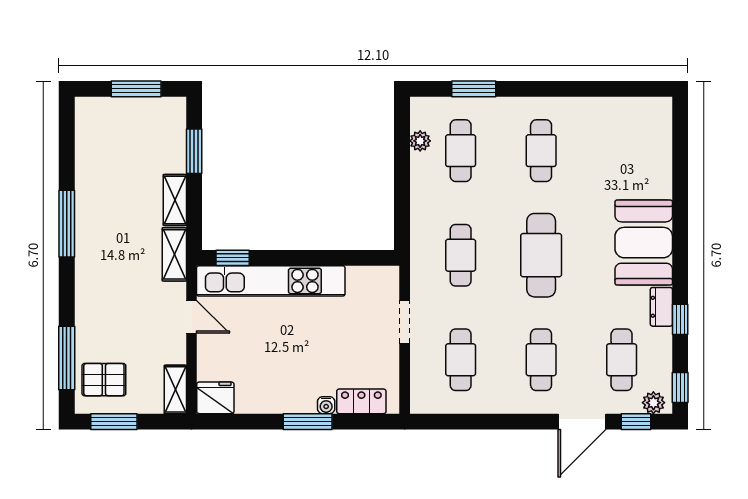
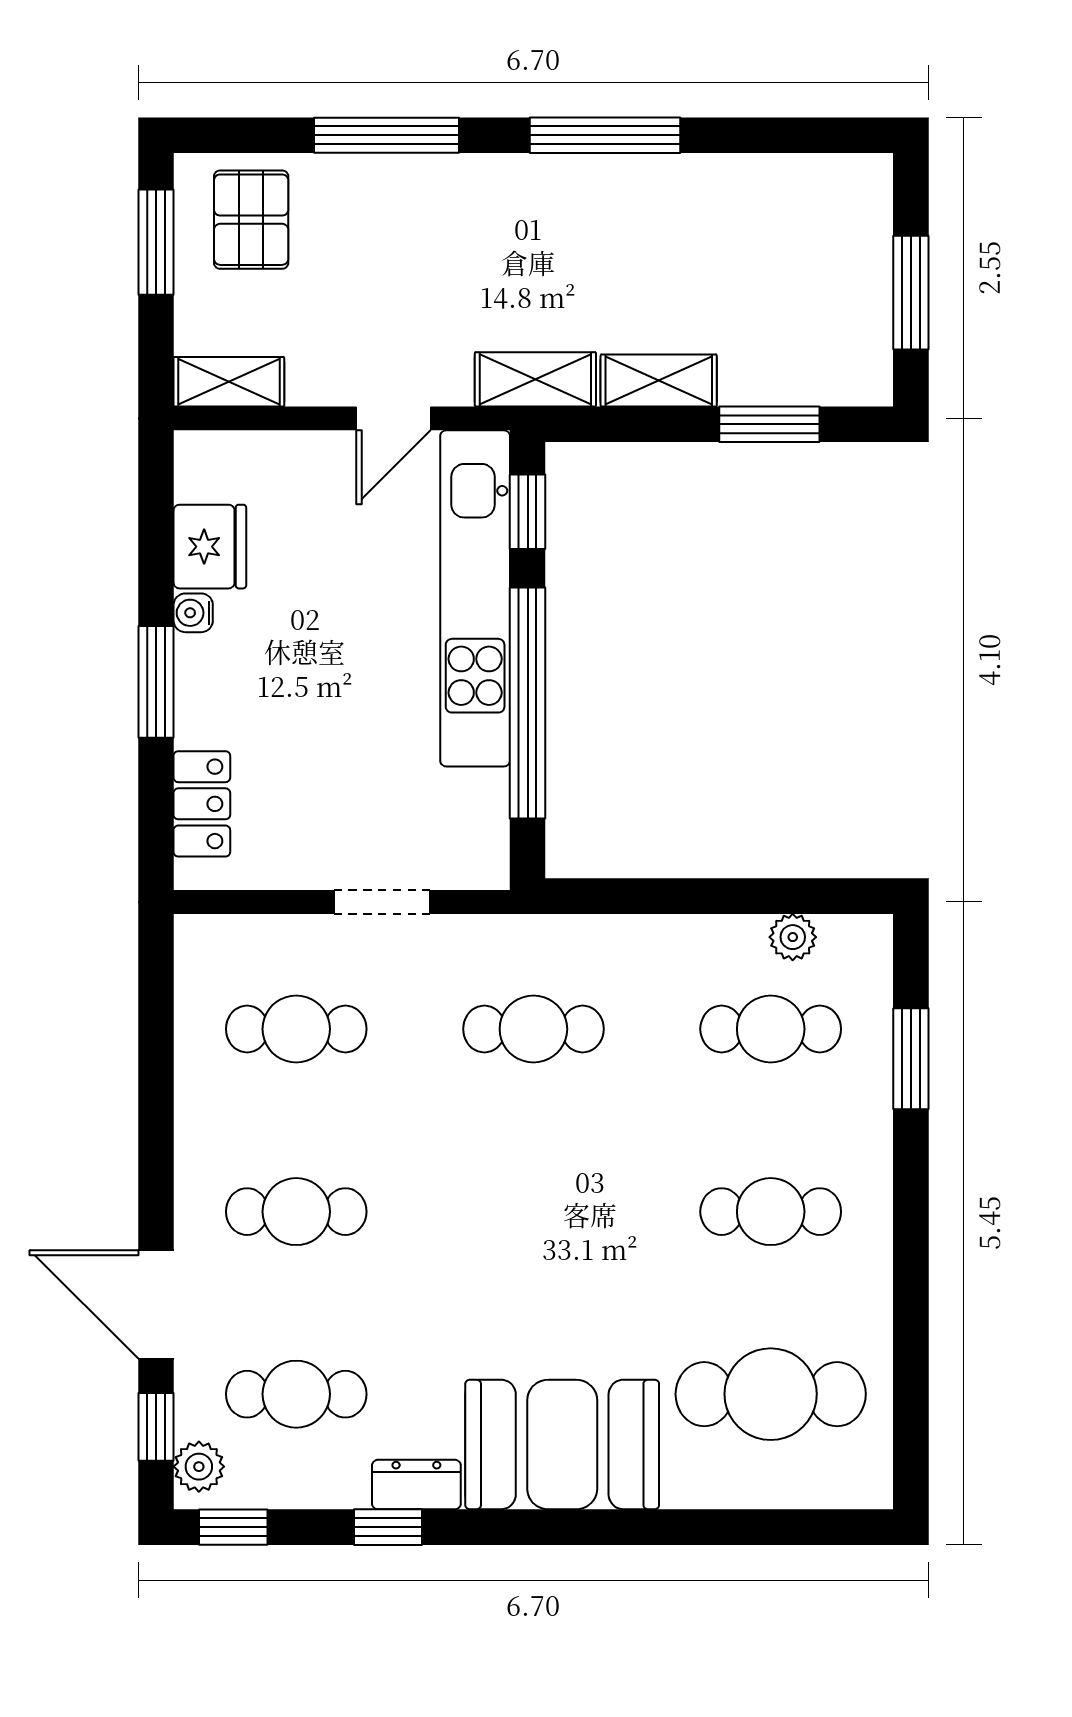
cafe table: (541, 255) -> (771, 1394), moved
window: (317, 258) -> (528, 703), added
window: (67, 358) -> (387, 135), moved
fridge: (215, 398) -> (210, 547), moved
water cooler: (326, 405) -> (193, 613), moved

